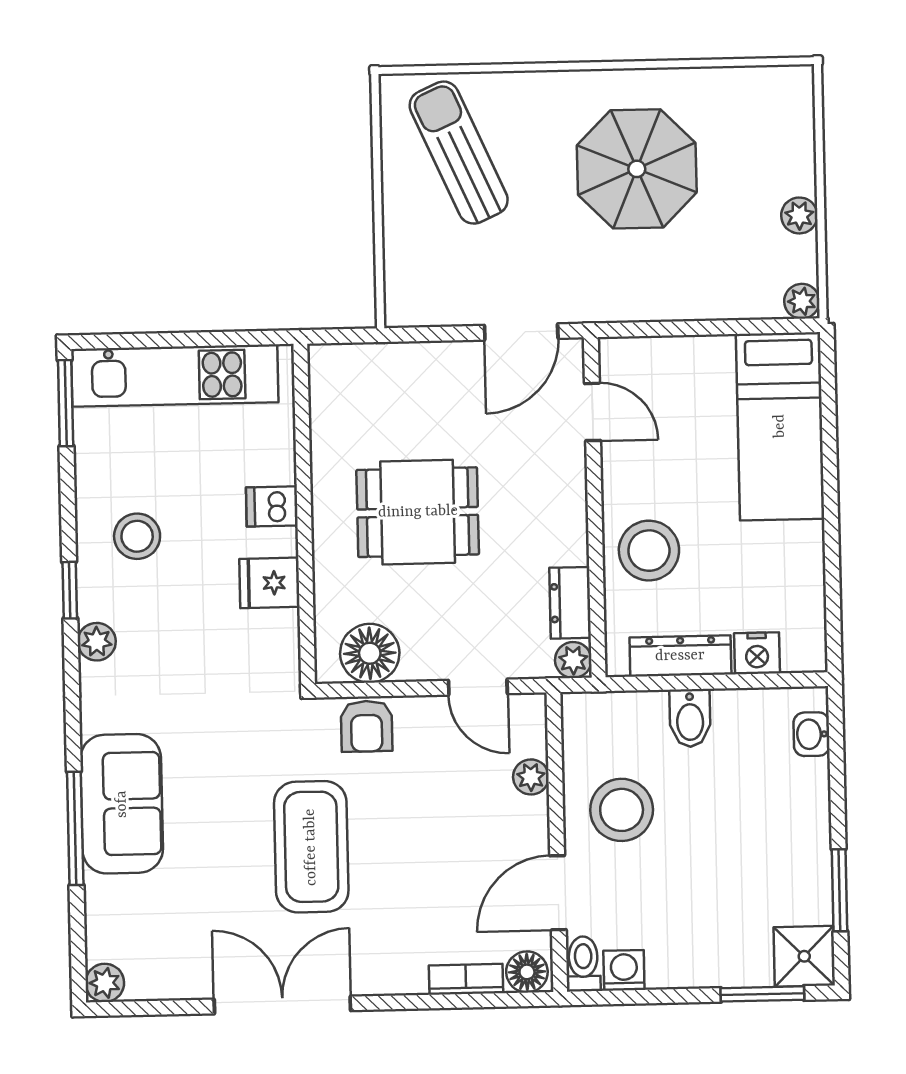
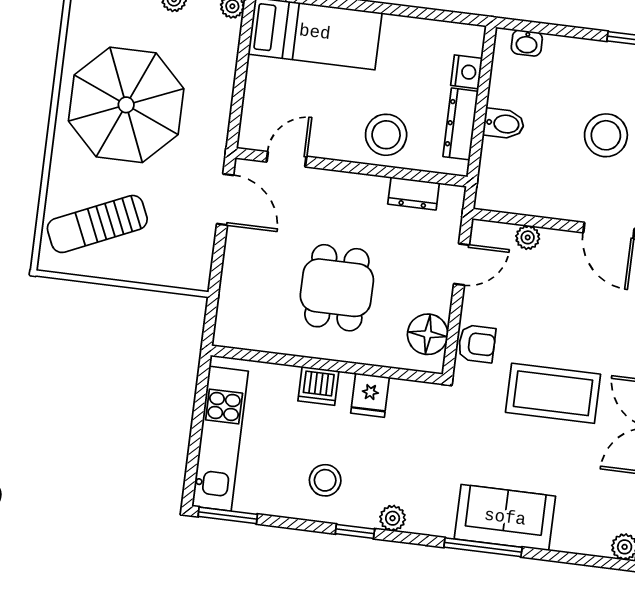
parasol: (637, 169) -> (126, 105), width x1.36, depth x1.36
dishwasher: (272, 506) -> (318, 386), width x1.38
plant: (573, 660) -> (453, 197), removed
stool: (622, 810) -> (606, 135), moved
window: (75, 828) -> (483, 547), moved

